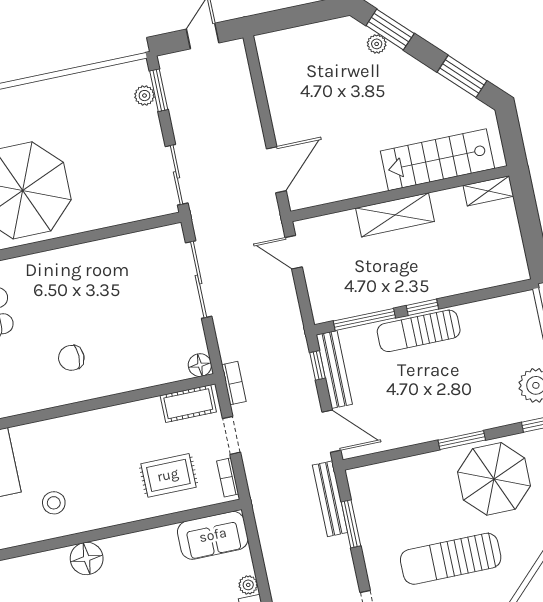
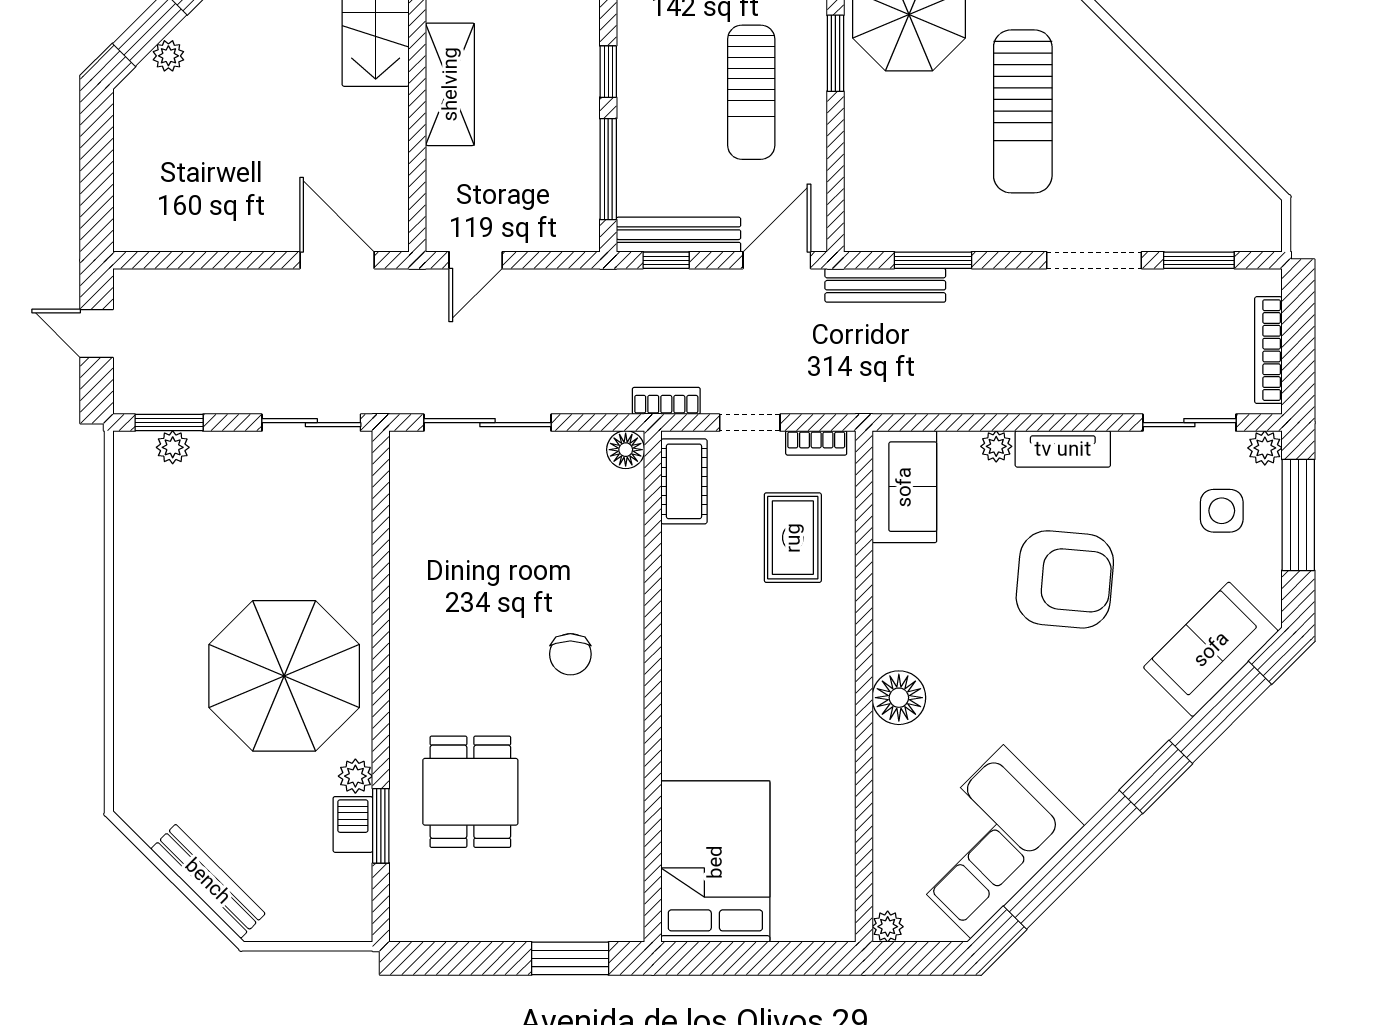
sun lounger: (419, 331) -> (751, 92), moved
stool: (54, 503) -> (798, 732), removed

